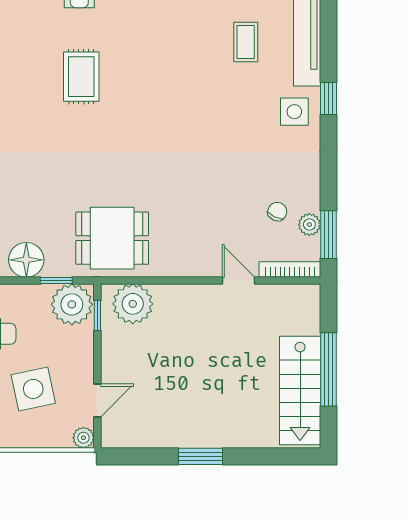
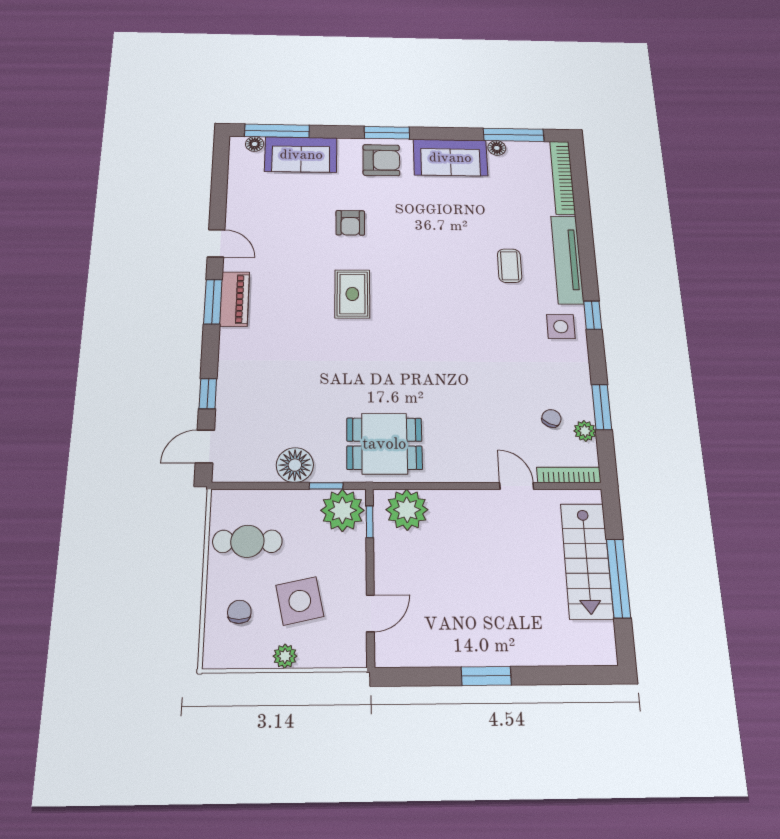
window: (328, 235) -> (602, 407), moved
stairs: (300, 391) -> (587, 561), moved
plant: (83, 438) -> (285, 656), moved

